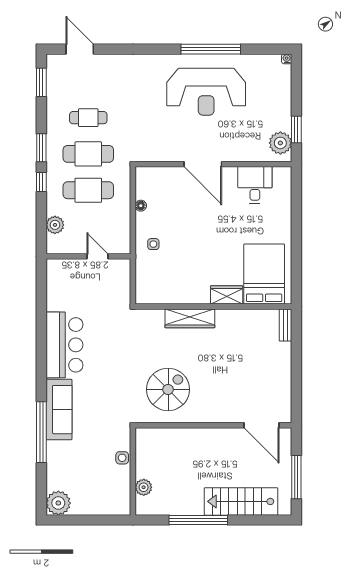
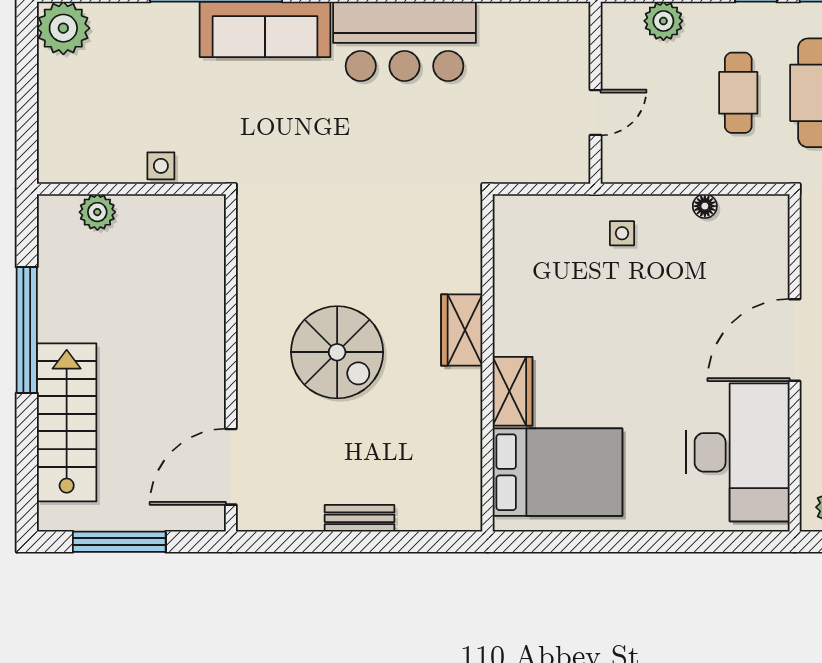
desk: (255, 185) -> (738, 452), width x1.87, depth x1.30
cafe table: (88, 190) -> (738, 93), width x0.73, depth x0.74
wardrobe: (190, 318) -> (462, 330), width x0.67
bench: (285, 325) -> (359, 518), moved
spiral stairs: (168, 389) -> (337, 352), moved

